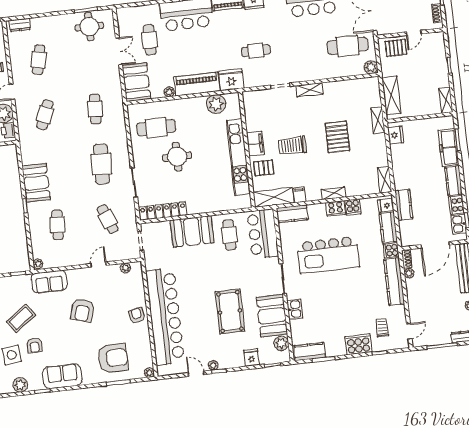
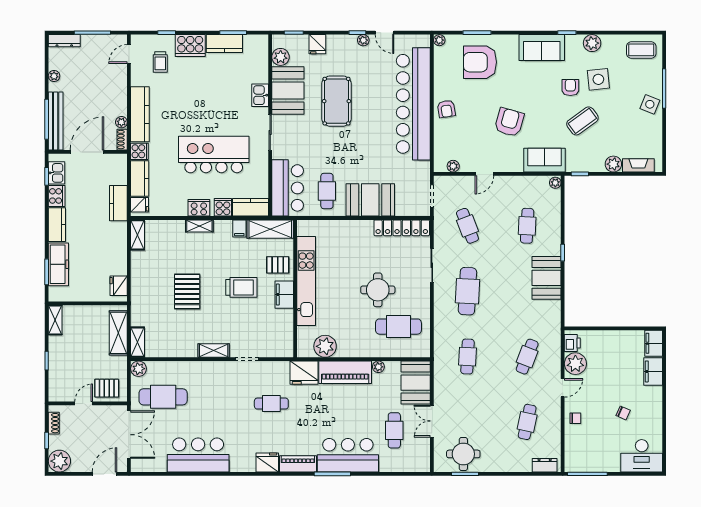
shelving: (378, 120) -> (138, 342), moved
cooker: (353, 207) -> (223, 207), moved
kitchen counter: (309, 352) -> (224, 44), moved

